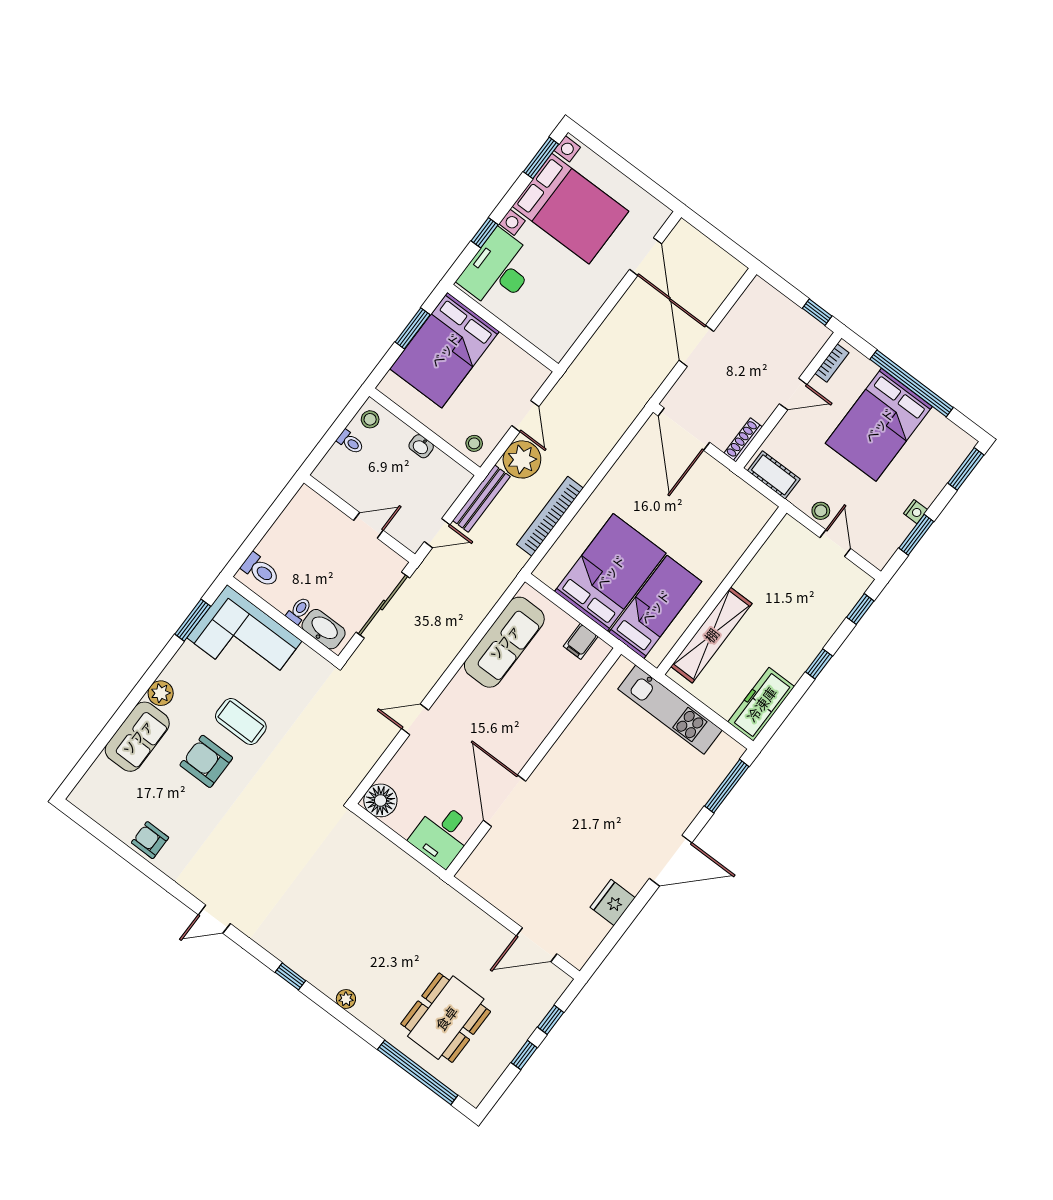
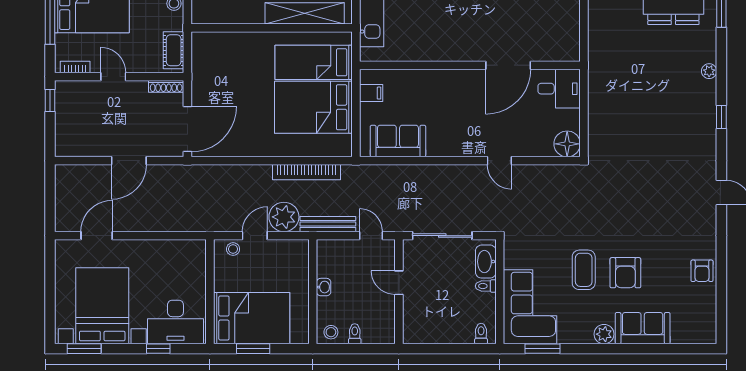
stool: (474, 443) -> (233, 249), moved
toilet: (260, 570) -> (481, 334), width x0.73, depth x0.72
sofa: (504, 642) -> (398, 141), width x0.73

